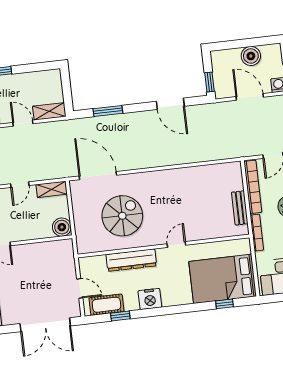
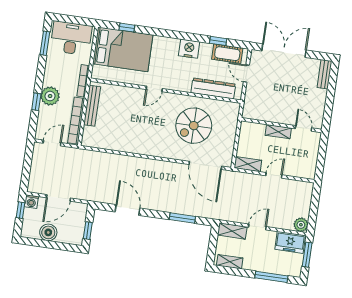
shelving: (43, 77) -> (230, 262), added
window: (209, 82) -> (88, 231), moved
door: (250, 97) -> (58, 198), hinge flipped
door: (23, 123) -> (257, 227), swing flipped
bench: (240, 208) -> (92, 106), width x1.36
boiler: (62, 227) -> (248, 130), removed
shelving: (28, 234) -> (278, 132), added
dresser: (131, 260) -> (213, 88), moved

